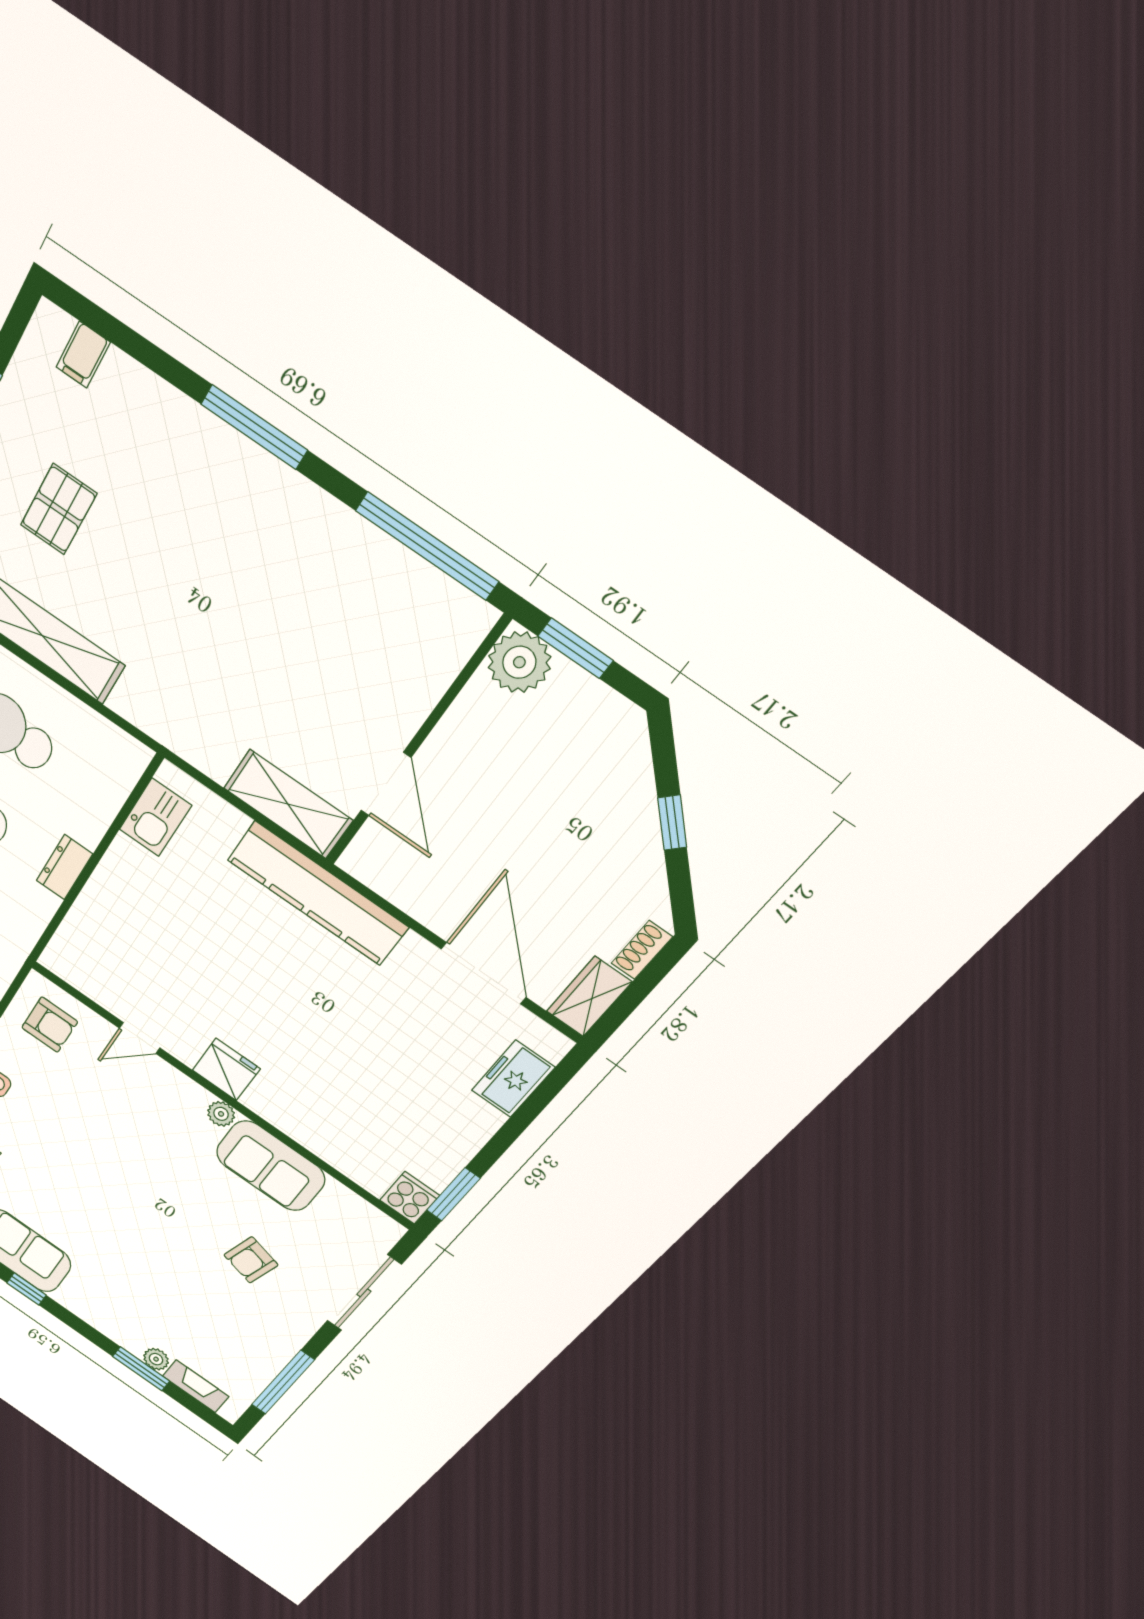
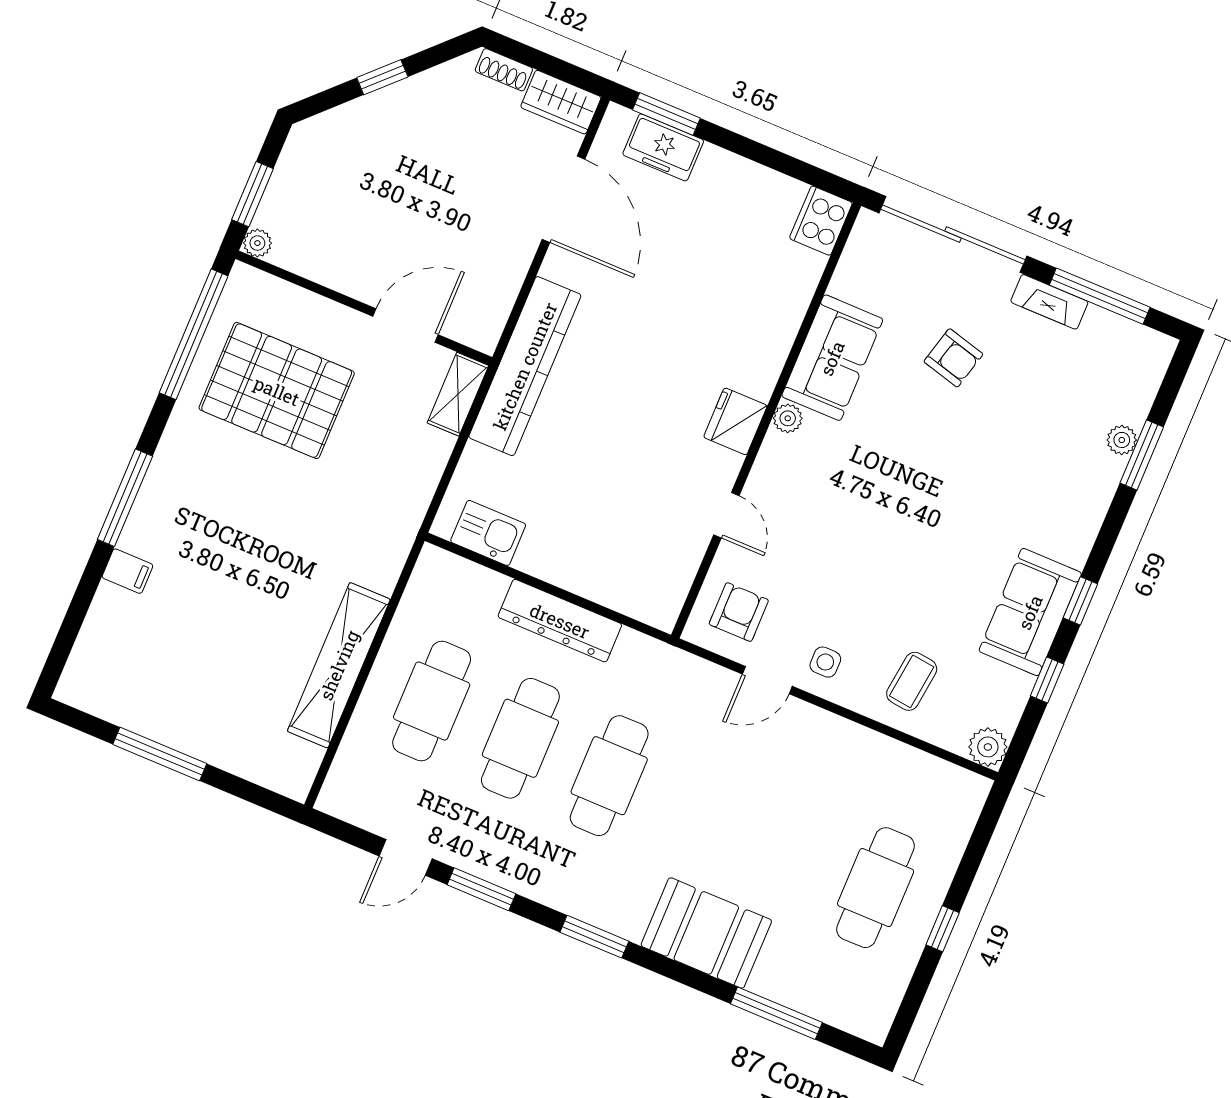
filing cabinet: (83, 355) -> (127, 571), moved
pallet: (59, 509) -> (277, 391), moved, width x2.05, depth x2.00
plant: (519, 662) -> (257, 243), width x0.53, depth x0.53
shelving: (288, 804) -> (458, 394), width x0.67, depth x0.75
dresser: (64, 867) -> (560, 621), width x1.96, depth x1.24
door: (484, 973) -> (563, 199), swing flipped
window: (453, 1194) -> (666, 114), moved
cooker: (410, 1198) -> (821, 221), width x1.36
sliding door: (364, 1293) -> (953, 234), width x1.36
fireplace: (196, 1386) -> (1049, 302), moved, turned -90

